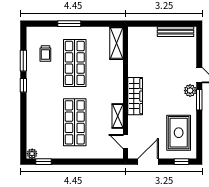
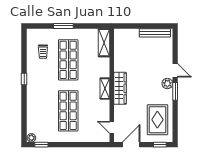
window: (23, 61) -> (24, 58), removed
shelving: (118, 116) -> (105, 89), moved

